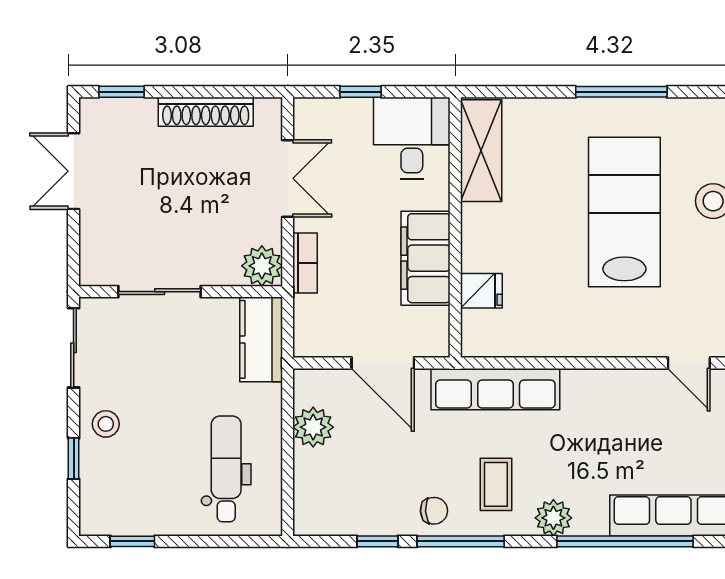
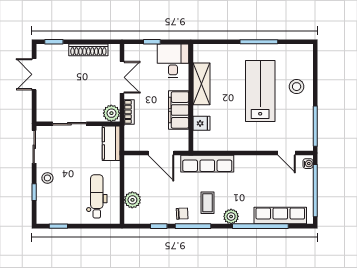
shelving: (481, 151) -> (201, 84), moved
plant: (313, 427) -> (132, 200), moved

